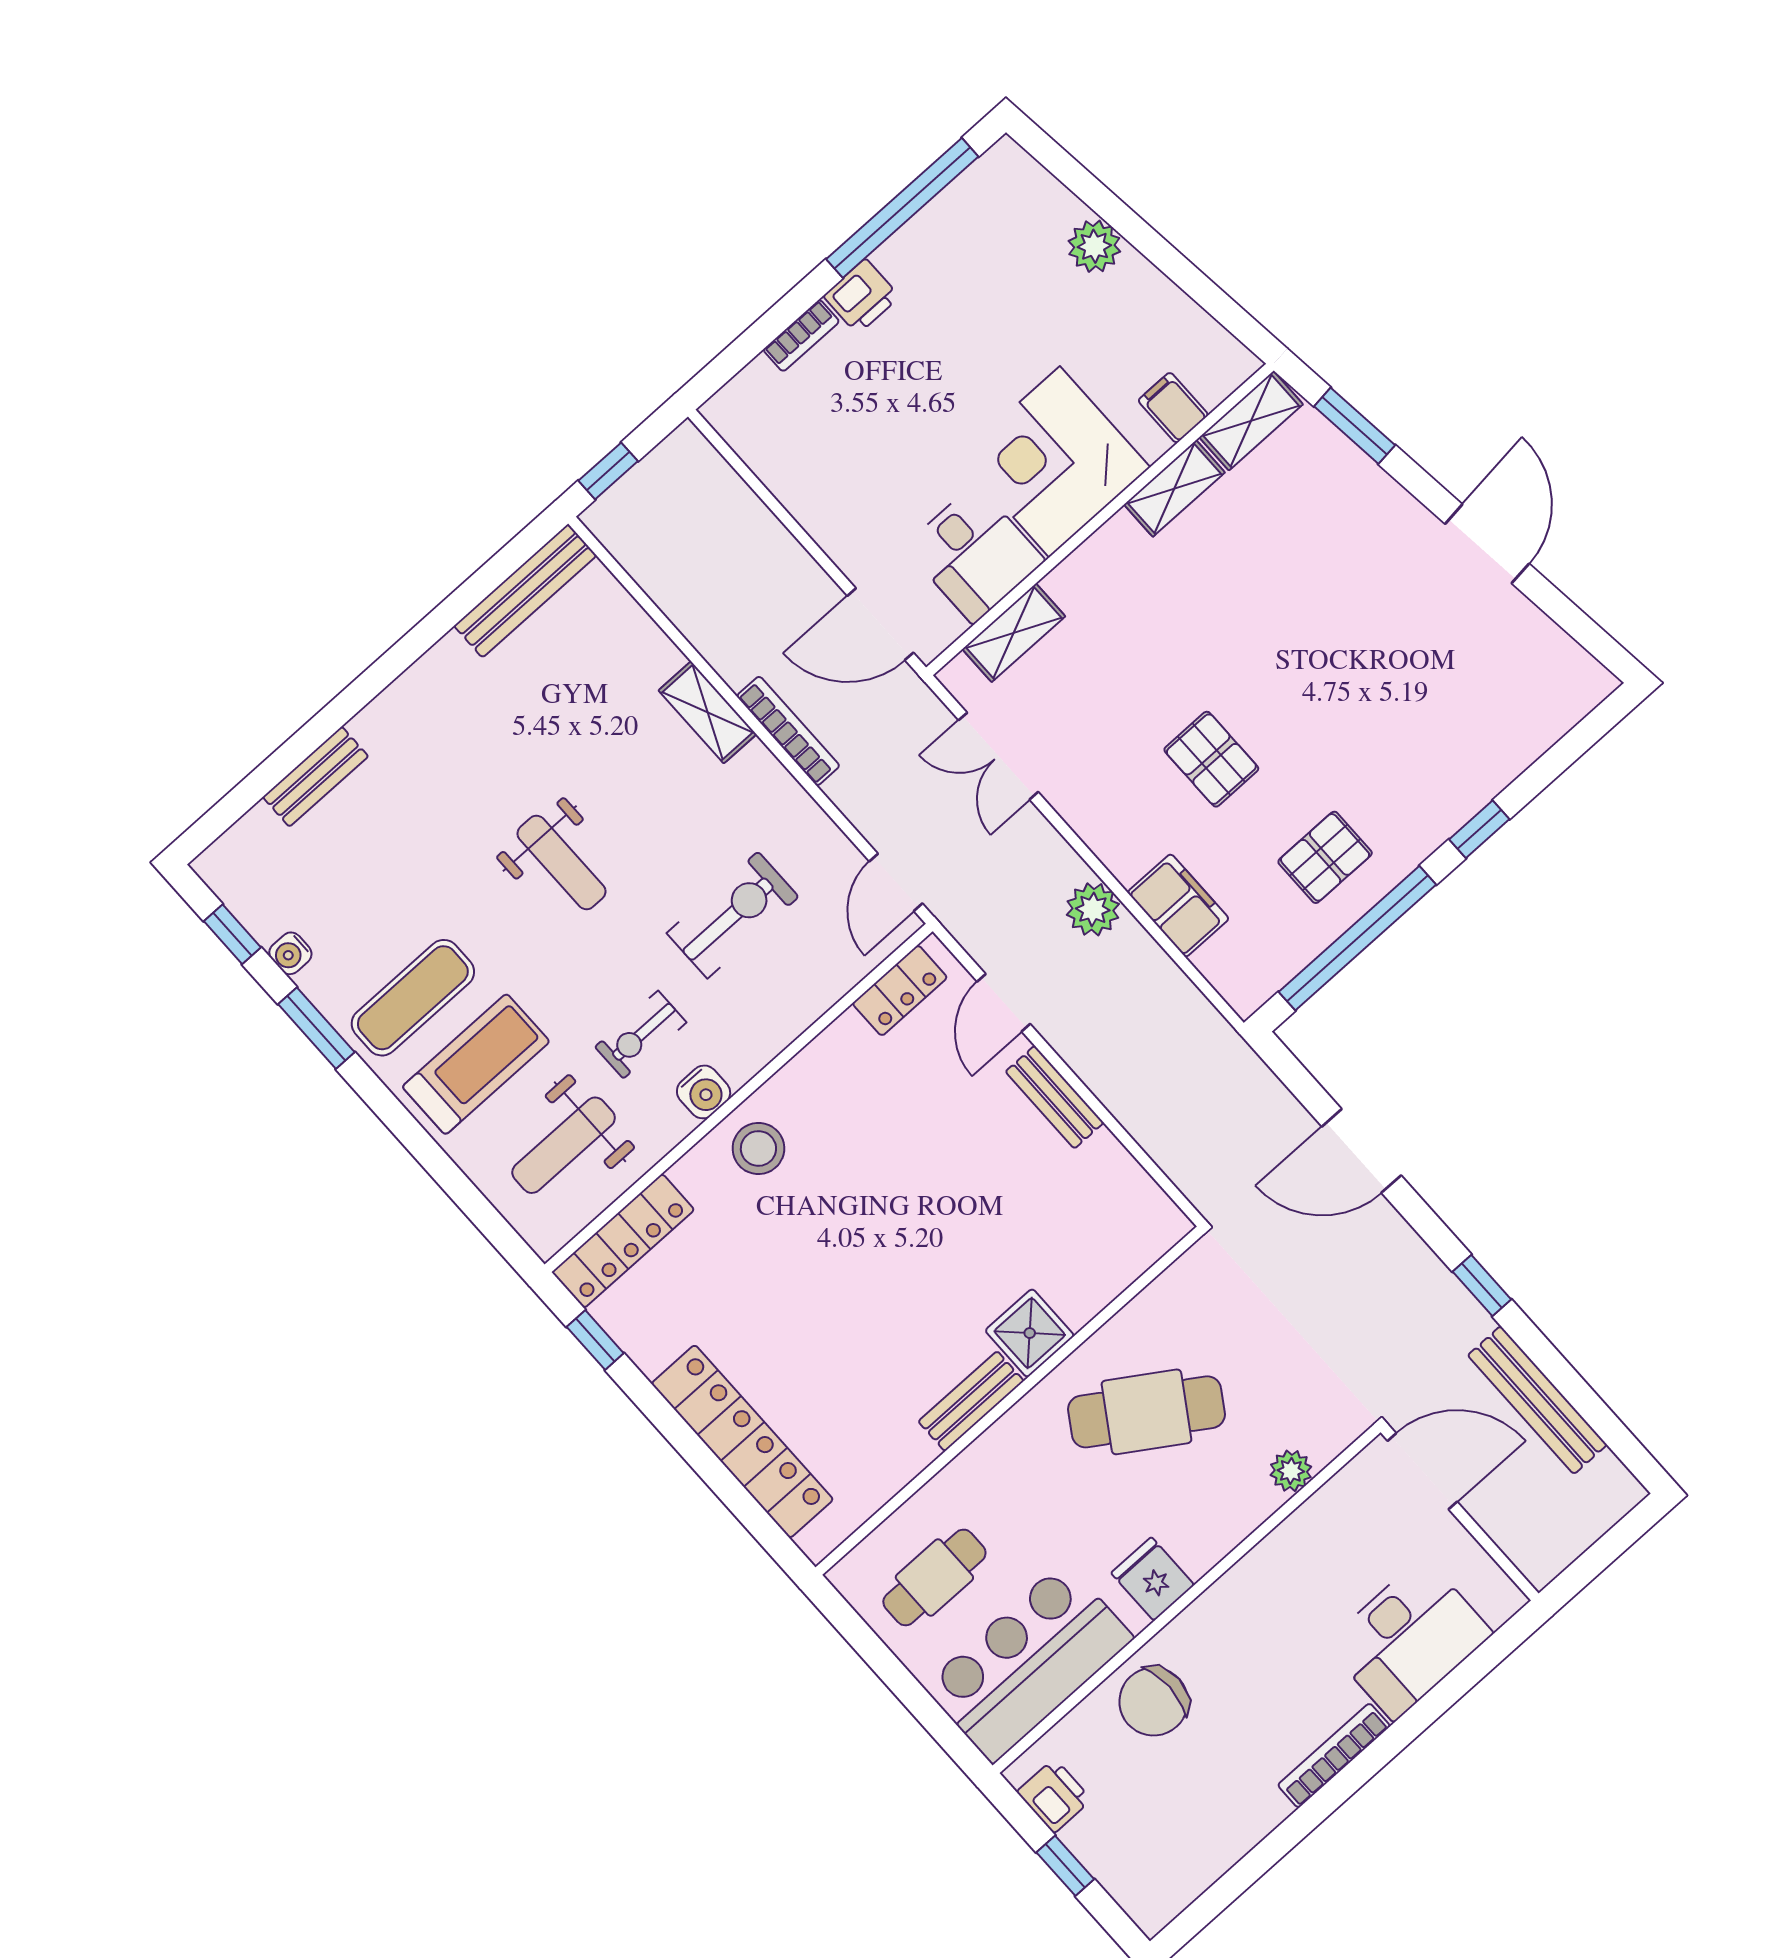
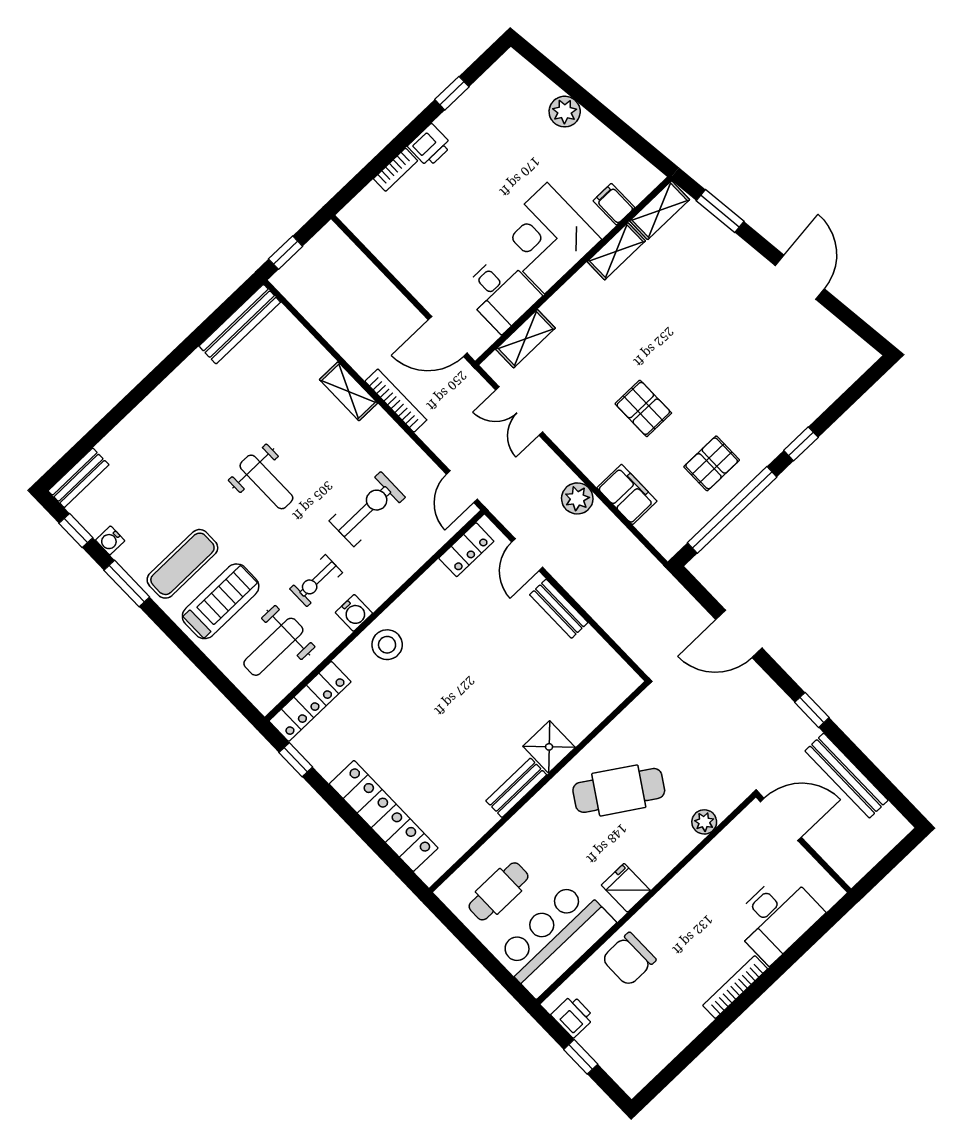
window: (902, 208) -> (452, 93), width x0.32
bench: (315, 777) -> (79, 478), moved

